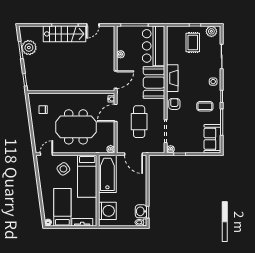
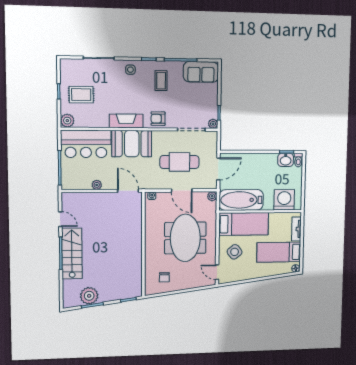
plant: (211, 31) -> (67, 121), moved
door: (116, 113) -> (182, 190), moved

